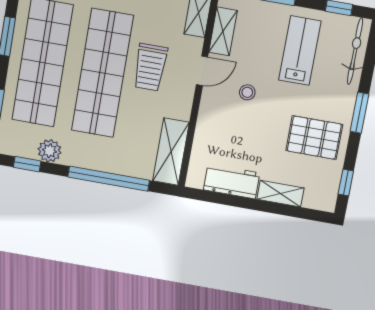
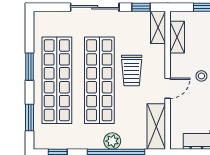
door: (202, 71) -> (168, 88), moved
plant: (50, 151) -> (112, 141), moved

